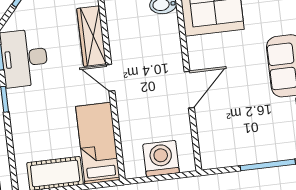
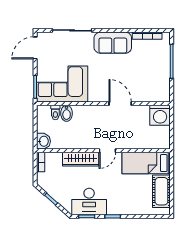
washing machine: (161, 159) -> (160, 115), moved, turned -90

